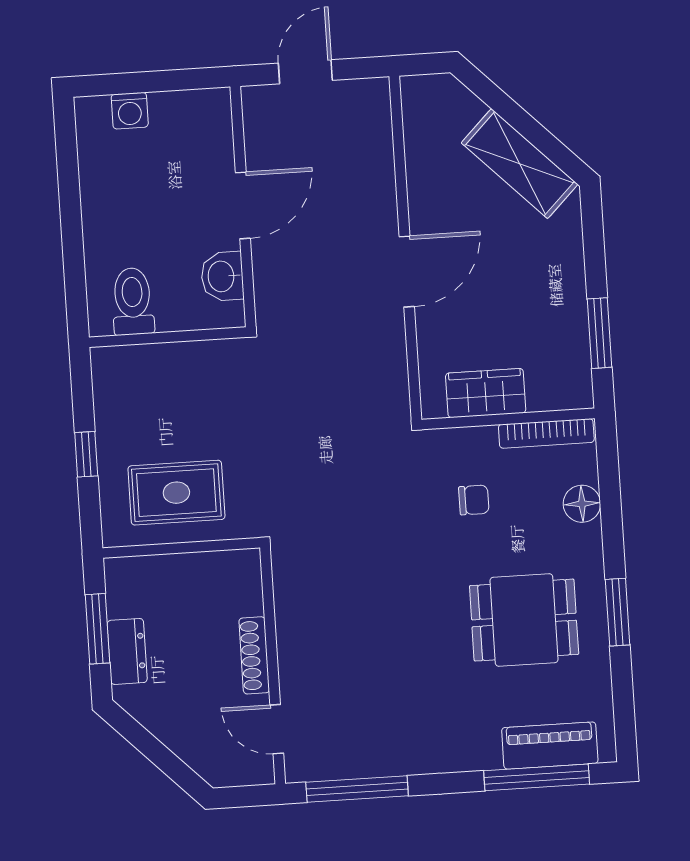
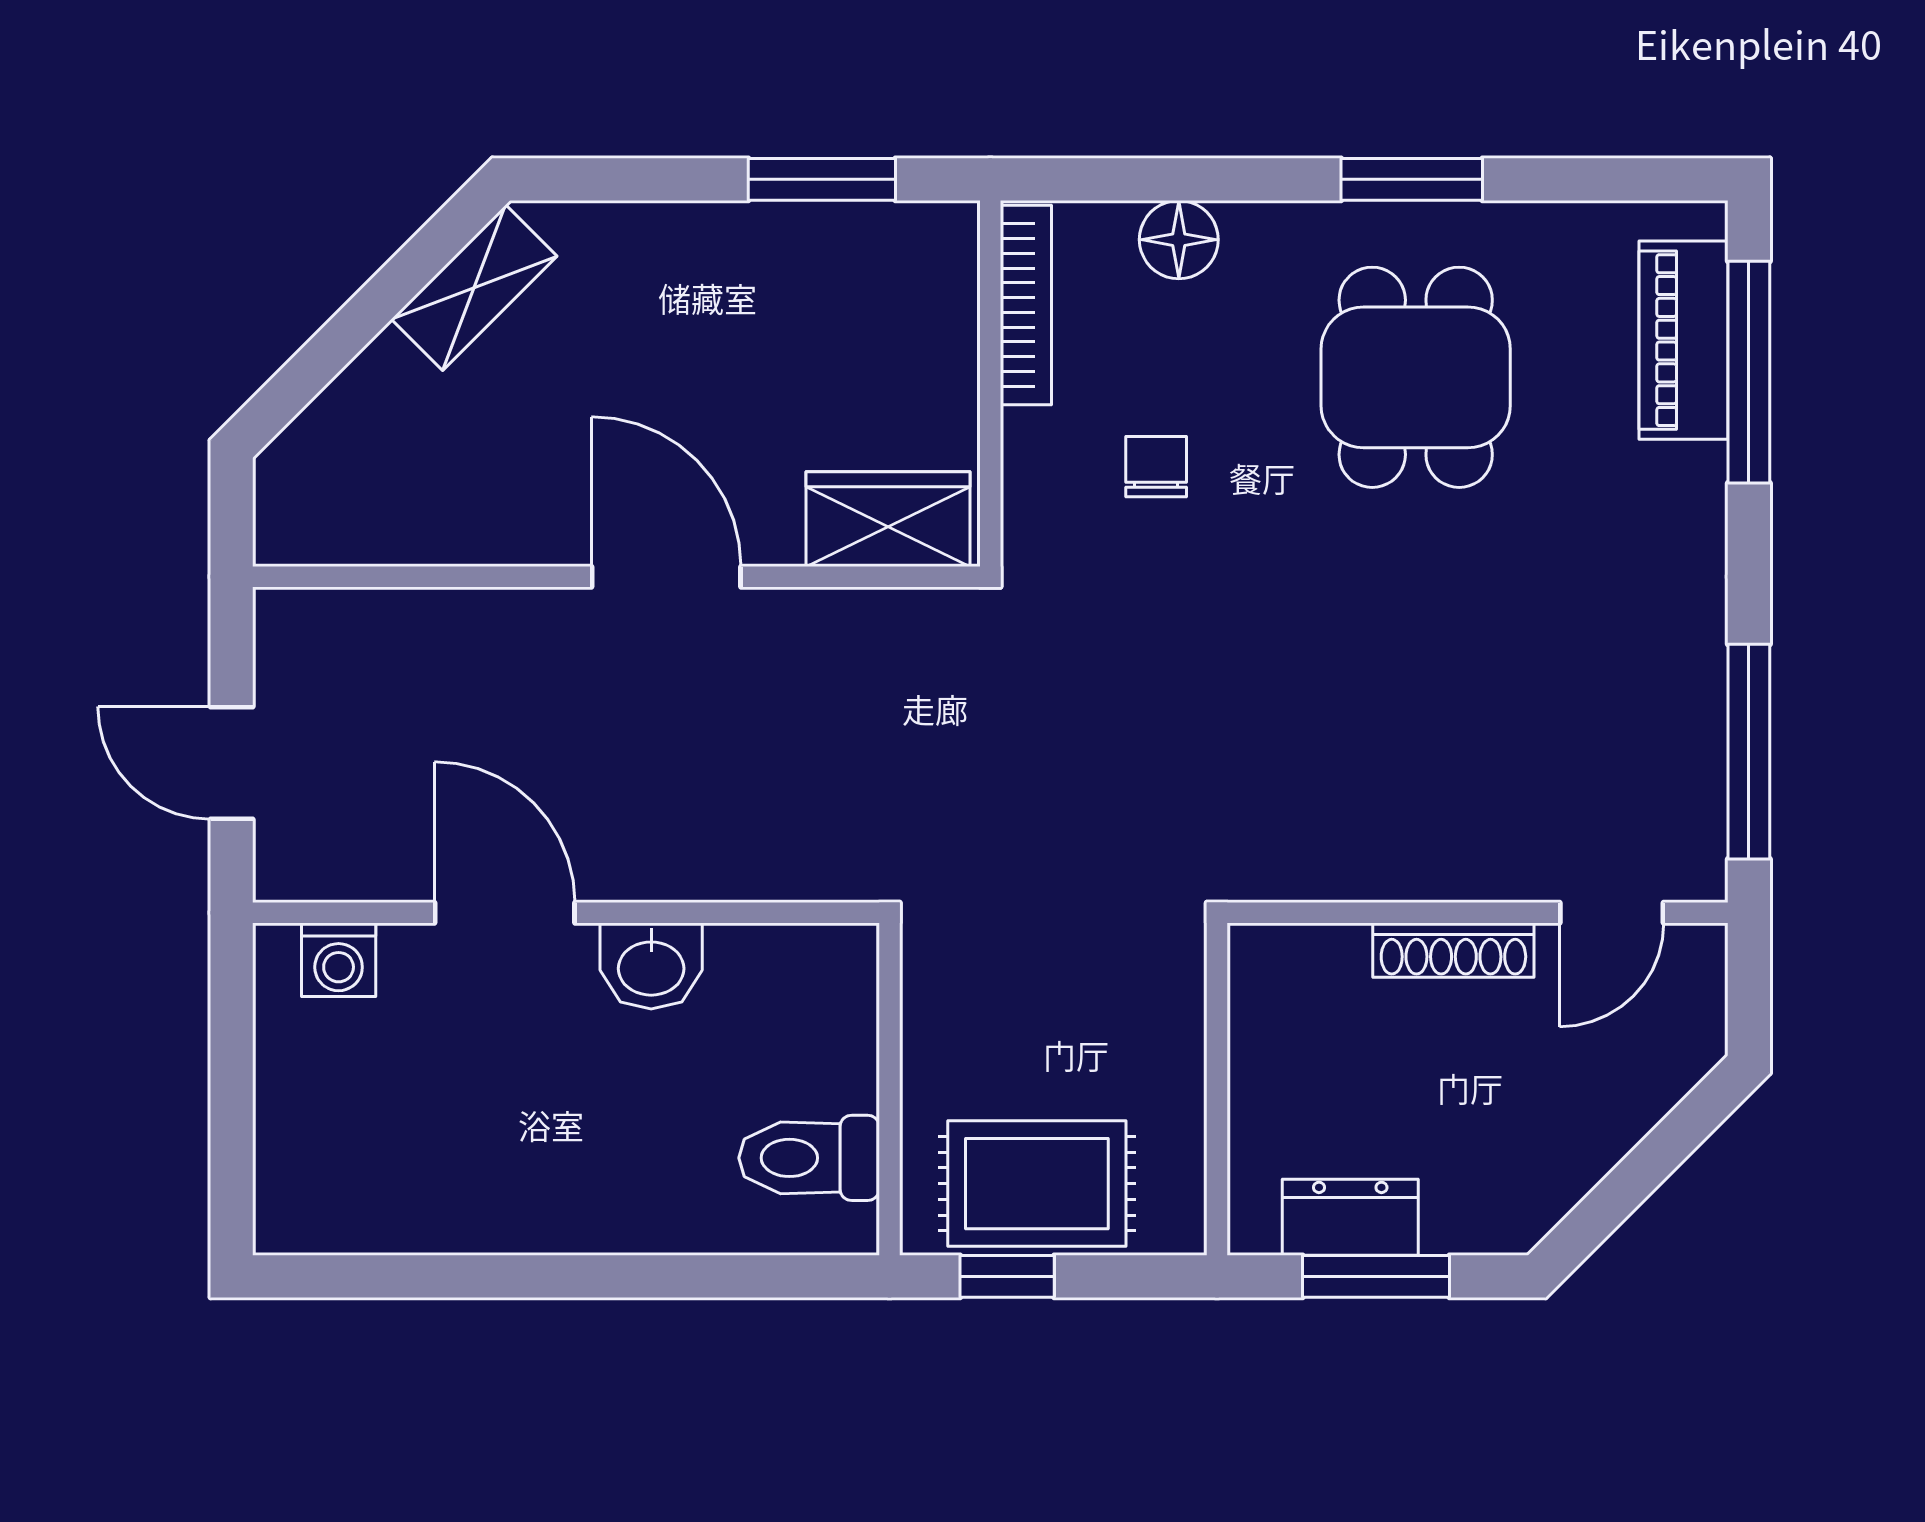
washing machine: (130, 111) -> (339, 960), moved, turned 90
shelving: (519, 164) -> (474, 288), width x0.67, depth x0.75
toilet: (133, 301) -> (809, 1158), moved
wall: (168, 337) -> (889, 1089), moved
wardrobe: (486, 393) -> (888, 519), moved, turned 90
rug: (176, 493) -> (1037, 1184), moved, turned 90
dresser: (127, 651) -> (1350, 1217), moved

